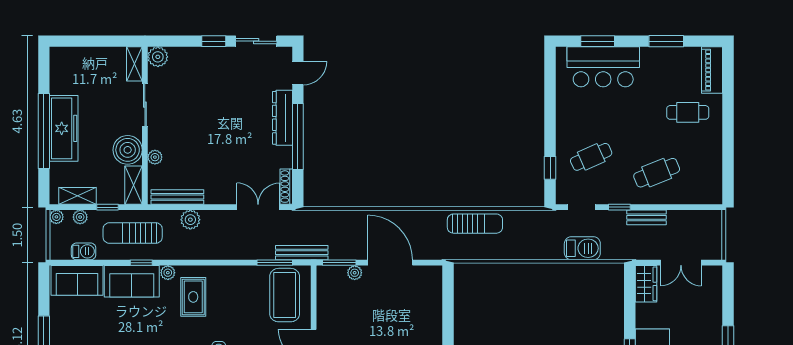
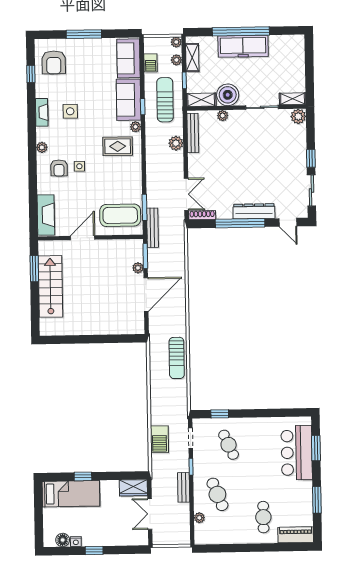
plant: (687, 197) -> (199, 518), added

